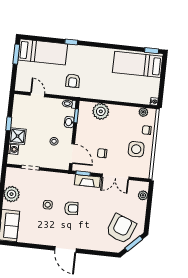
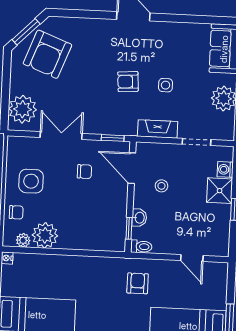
plant: (101, 111) -> (45, 235), moved
fireplace: (87, 181) -> (158, 129), moved
plant: (143, 195) -> (23, 109), width x1.87, depth x1.87

